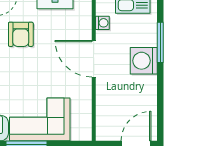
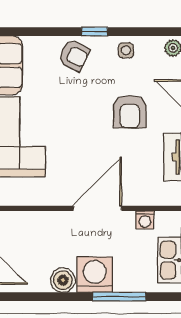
armchair: (21, 34) -> (130, 112), turned -90
boiler: (148, 85) -> (63, 280), added

